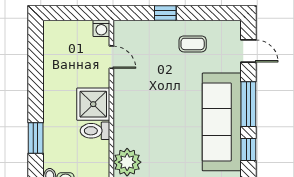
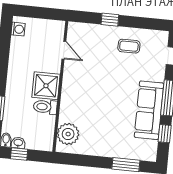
washing machine: (101, 28) -> (18, 29), moved, turned -90
sofa: (222, 122) -> (149, 110), width x0.74, depth x0.79

